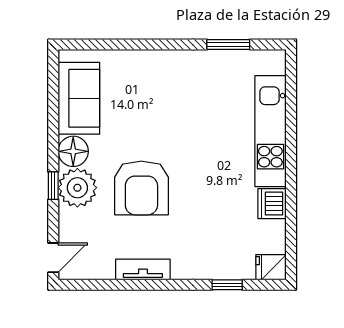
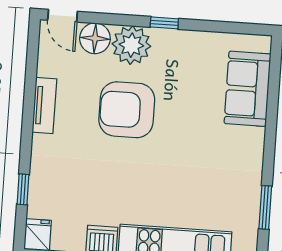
sofa: (79, 98) -> (248, 89), moved, turned 90
floor lamp: (73, 151) -> (95, 38), moved
window: (53, 186) -> (164, 23), moved

